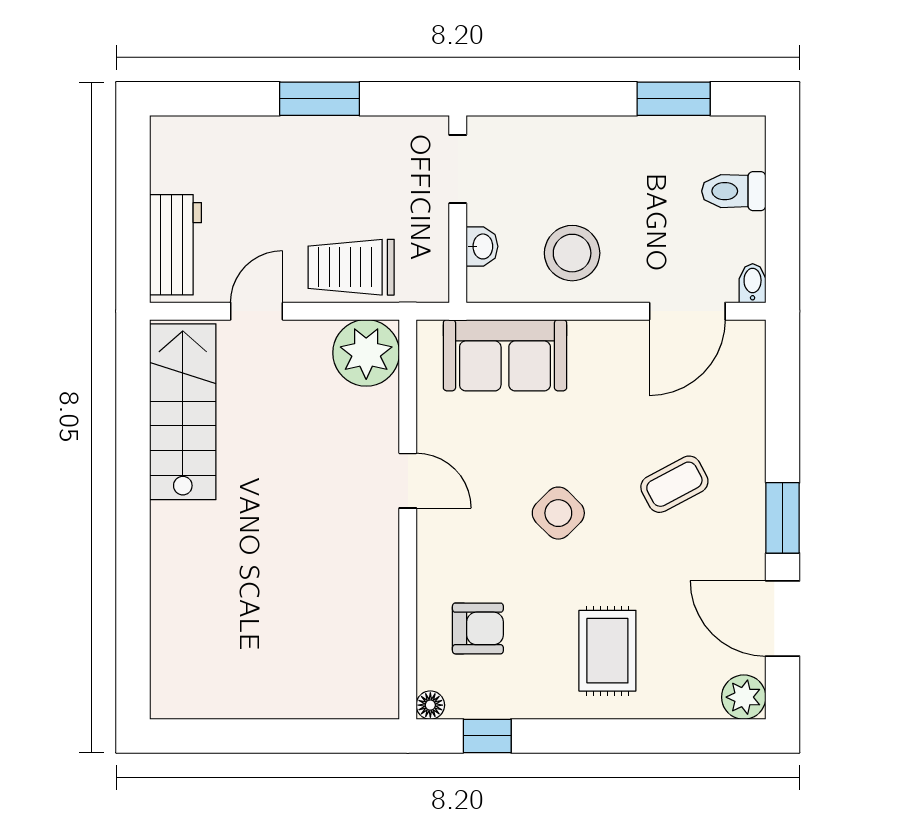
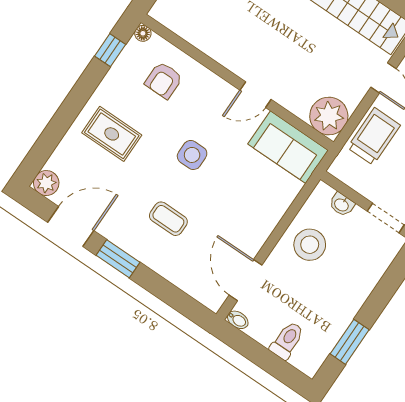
sofa: (505, 355) -> (288, 147), moved, turned -90
coffee table: (674, 484) -> (168, 219), turned -62
side table: (558, 513) -> (192, 155), turned 45

